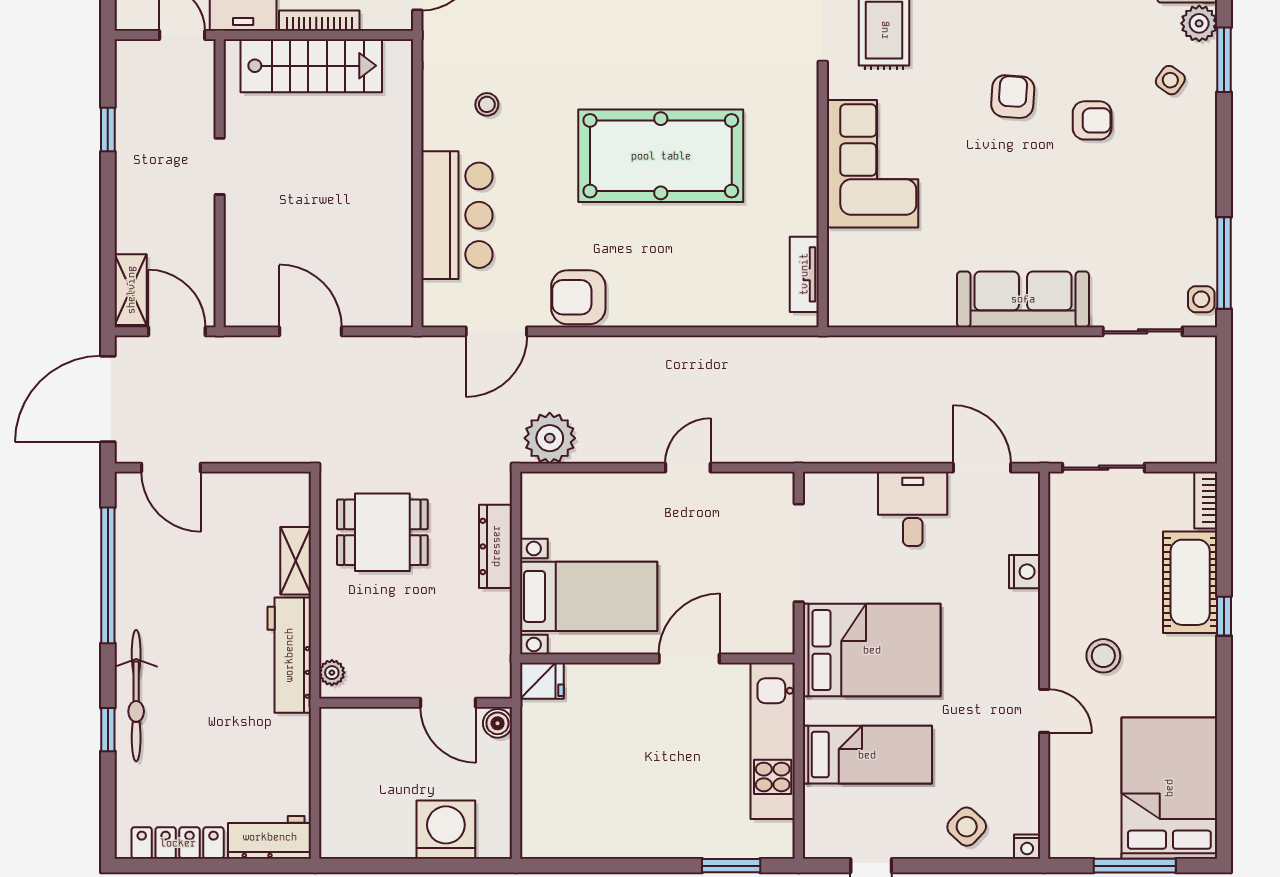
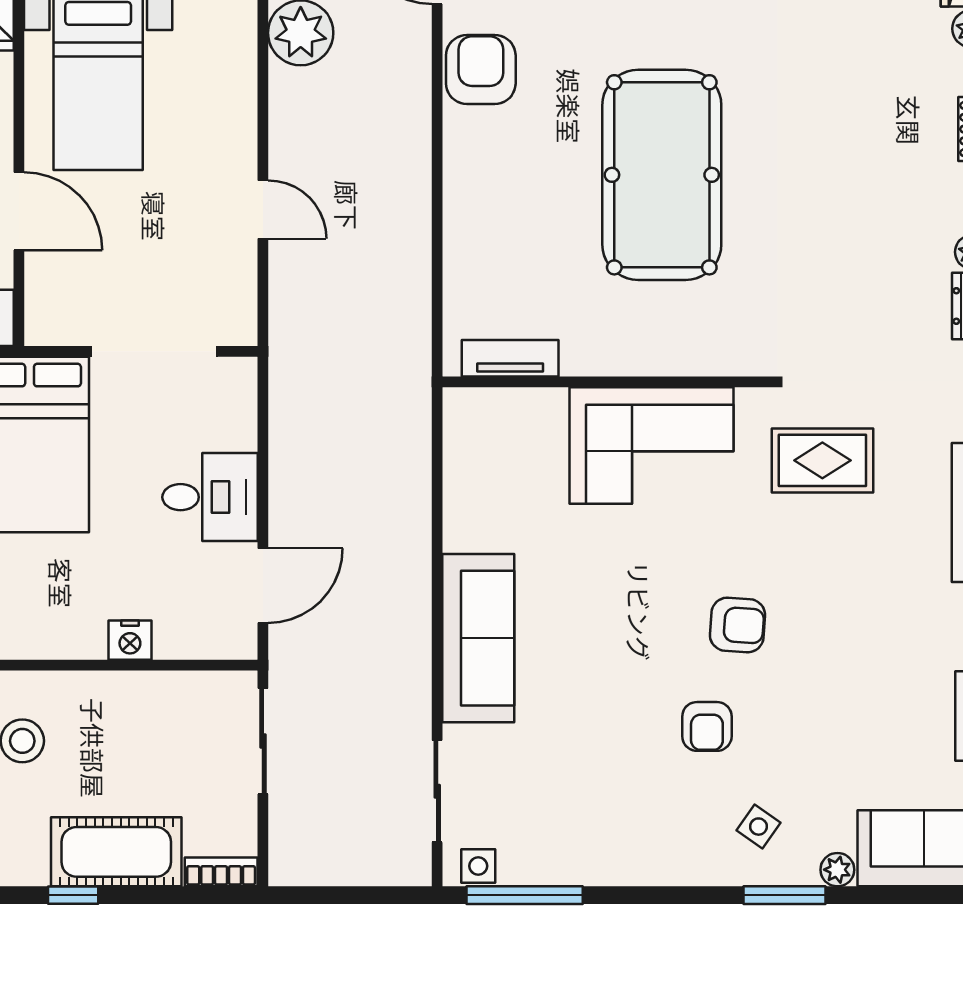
plant: (1199, 23) -> (837, 870), width x0.73, depth x0.73

